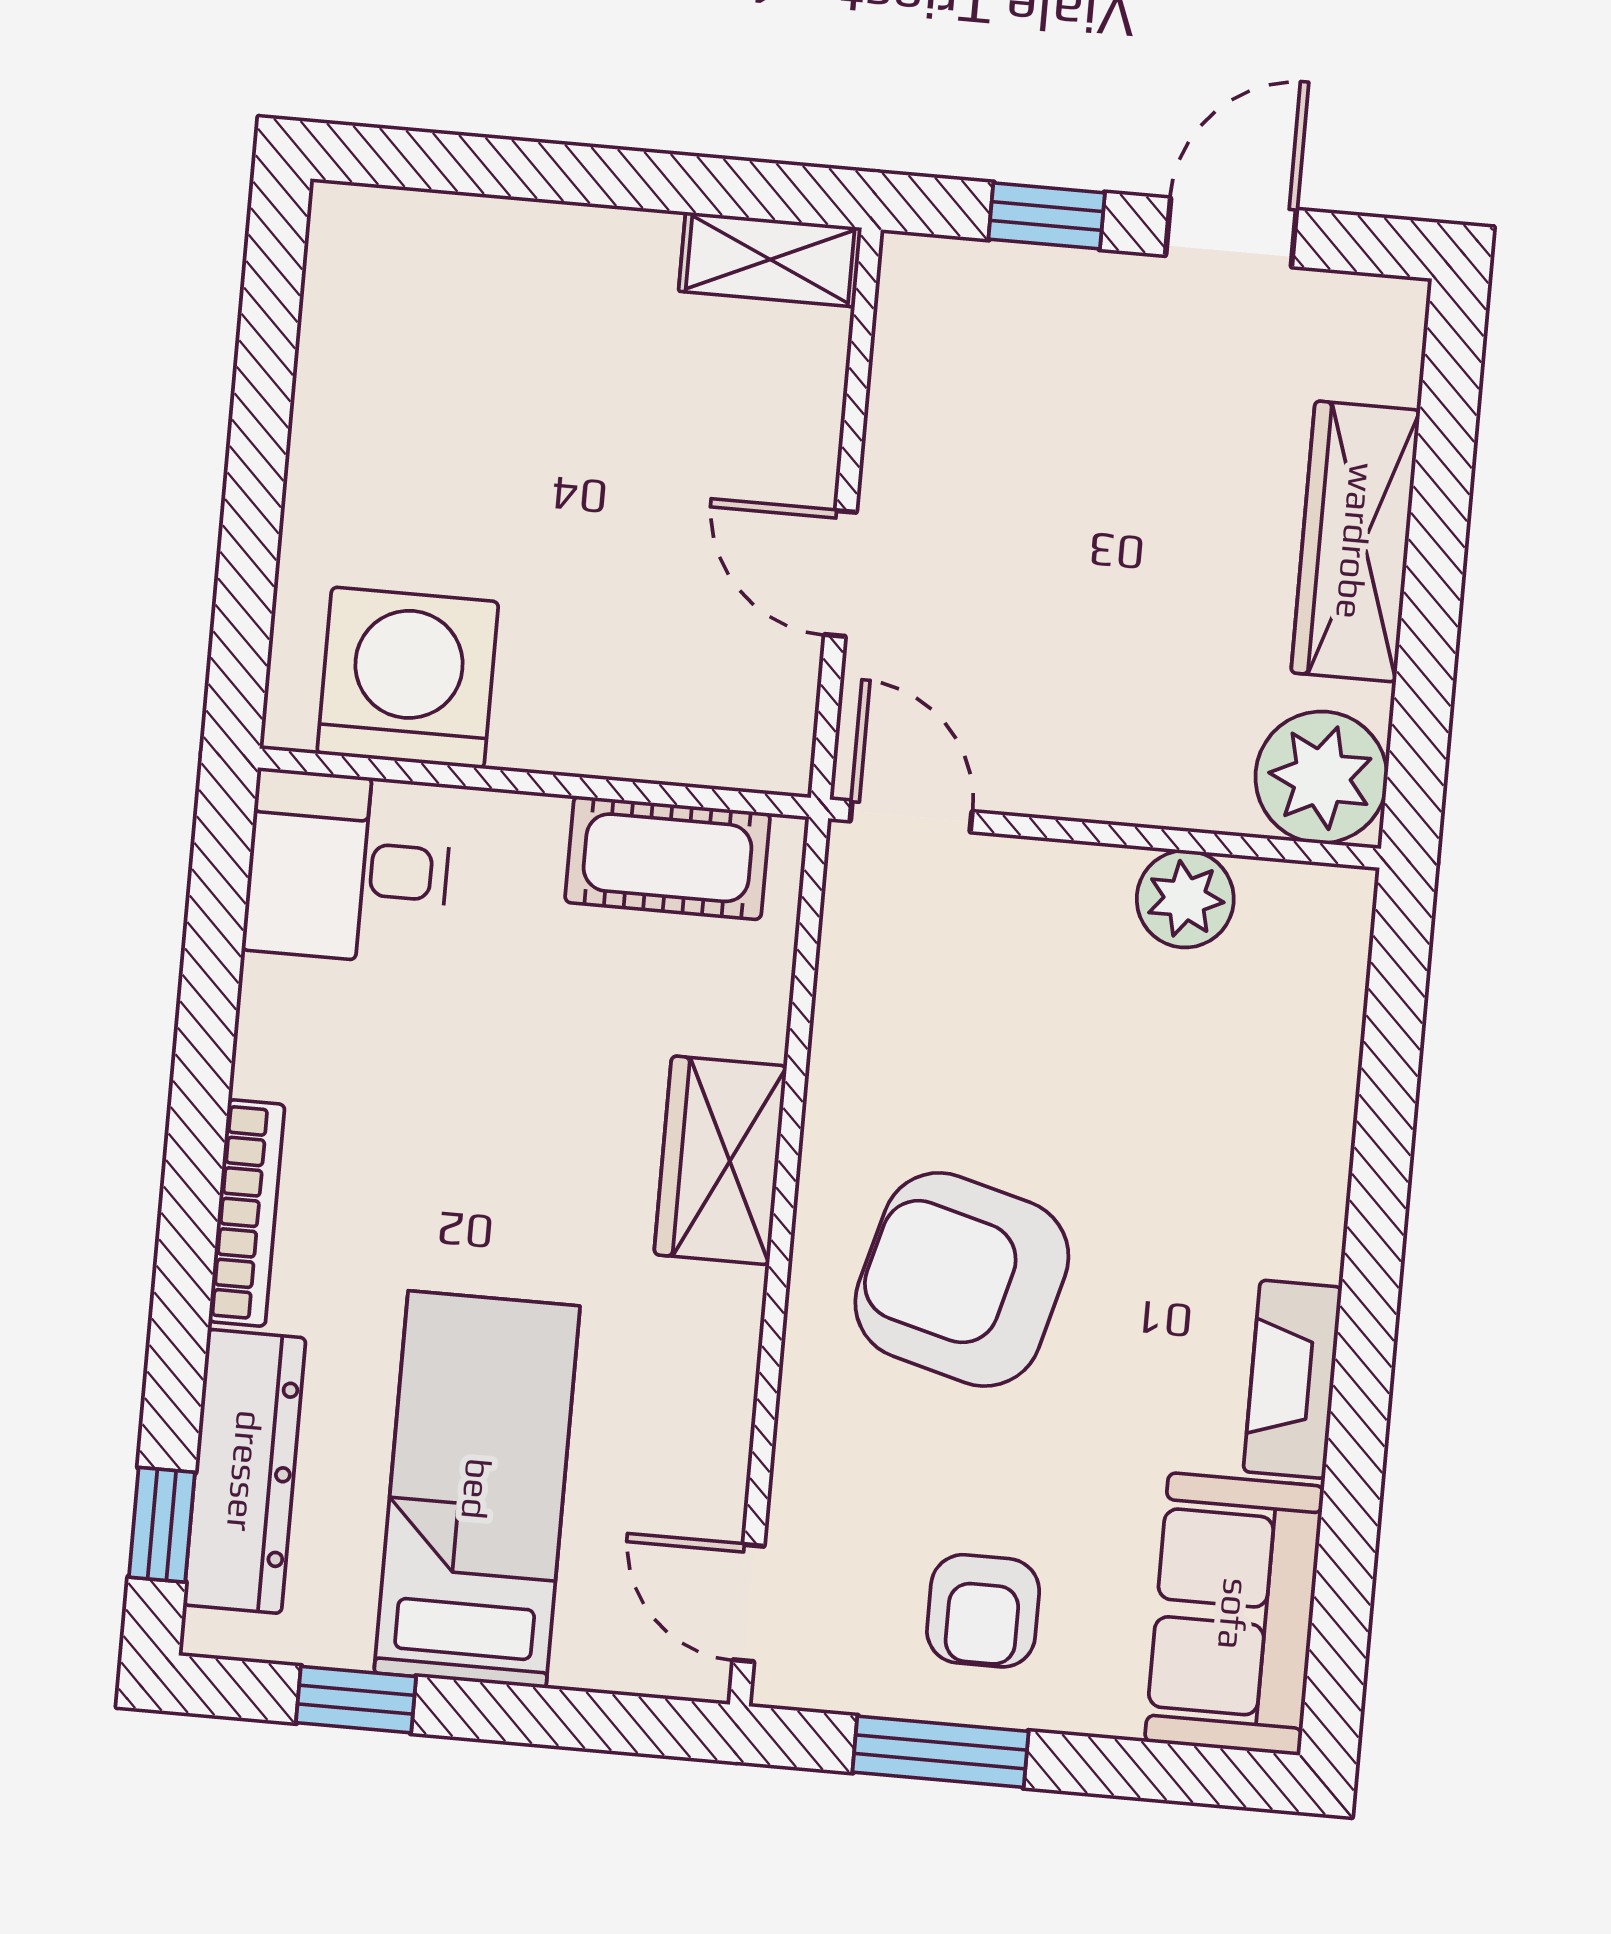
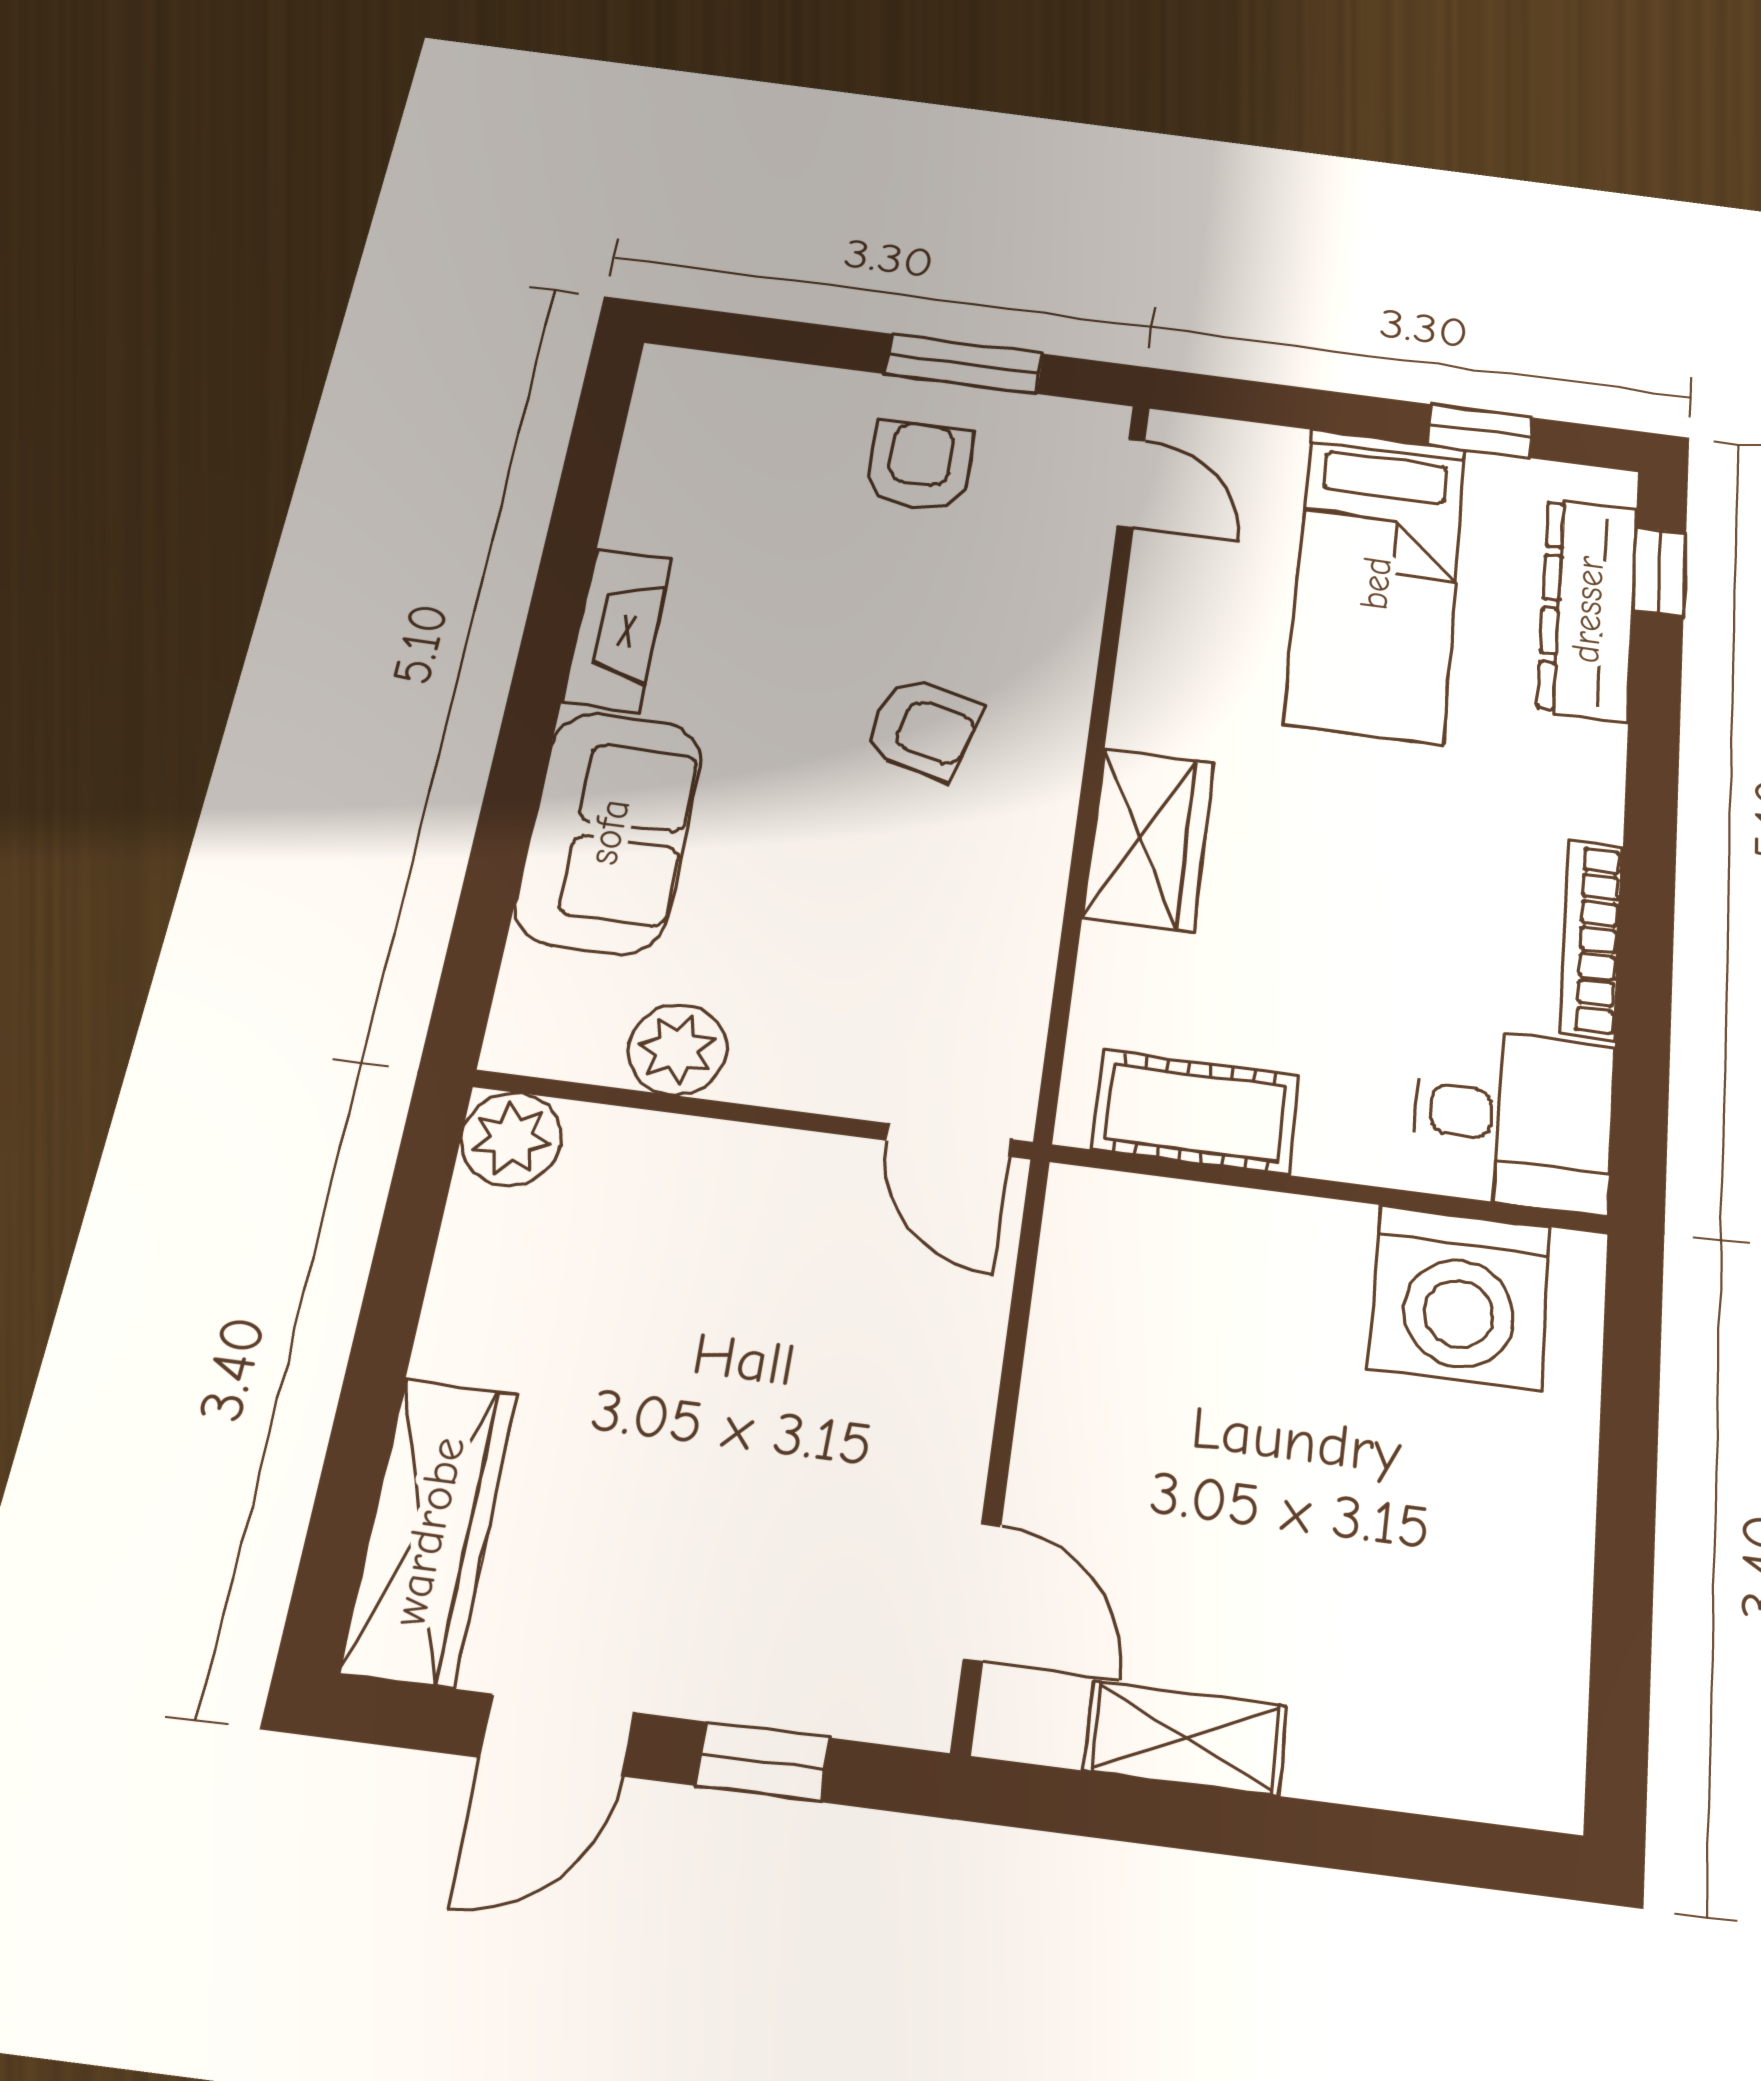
shelving: (770, 259) -> (1185, 1738), moved
wardrobe: (1356, 541) -> (429, 1531), moved
door: (840, 573) -> (982, 1592), moved
plant: (1321, 777) -> (511, 1139), width x0.73, depth x0.73
bookcase: (247, 1213) -> (1592, 939), moved
armchair: (962, 1279) -> (923, 728), width x0.53, depth x0.53
sofa: (1234, 1614) -> (609, 832), moved

